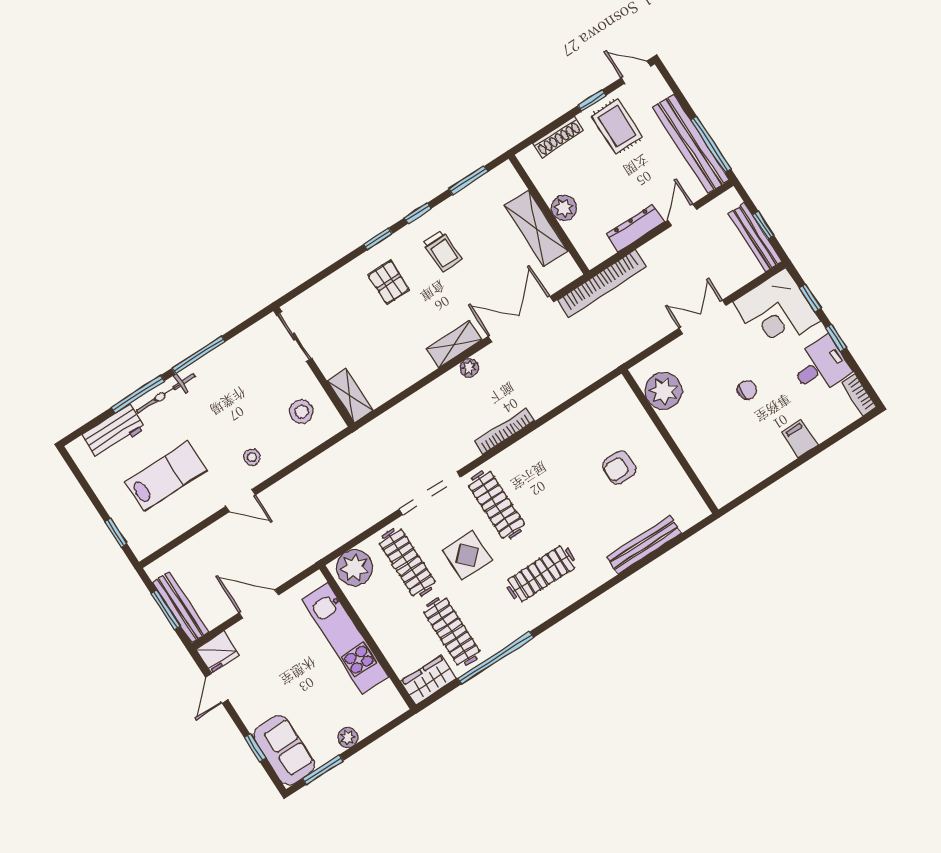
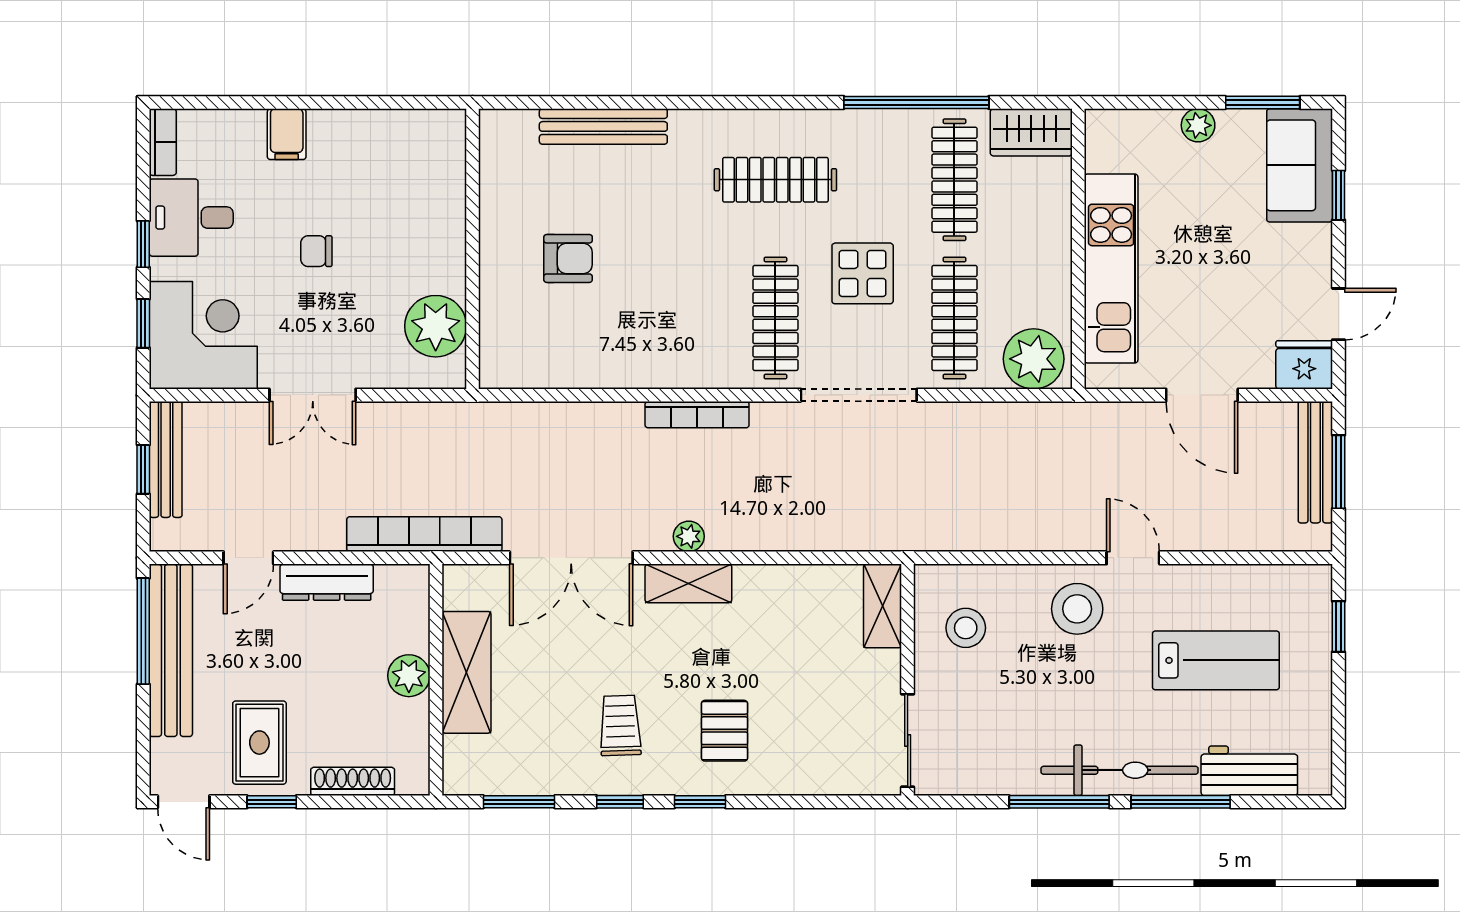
bicycle: (166, 393) -> (1120, 770), width x1.37, depth x1.40
stool: (252, 457) -> (1077, 609), width x1.89, depth x1.89
lab bench: (166, 476) -> (1216, 660), turned 180

